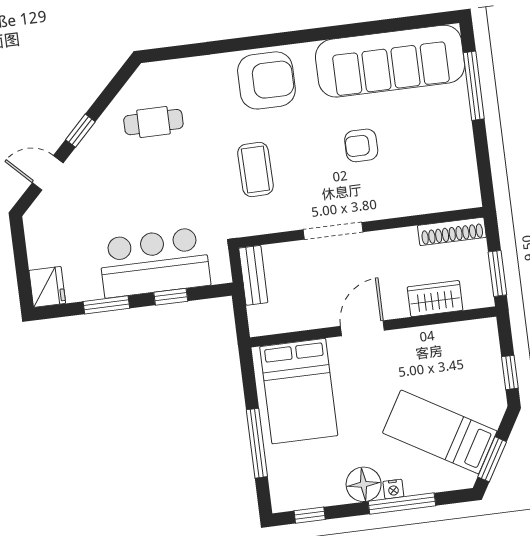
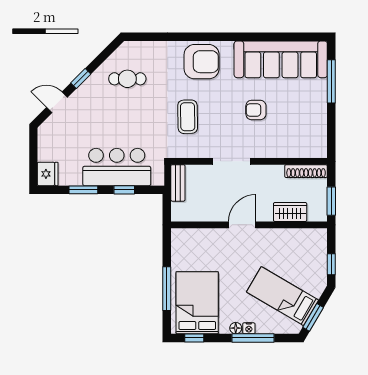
bed: (299, 391) -> (197, 303), moved, turned 180
floor lamp: (364, 484) -> (236, 328), width x0.53, depth x0.53

